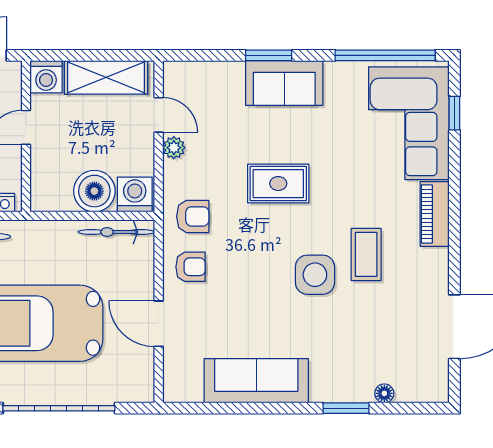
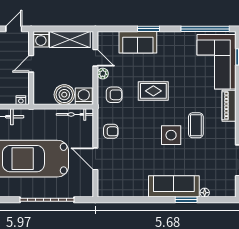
sofa: (284, 83) -> (138, 42), moved
armchair: (193, 216) -> (114, 95), moved
sofa: (256, 381) -> (174, 186), moved

